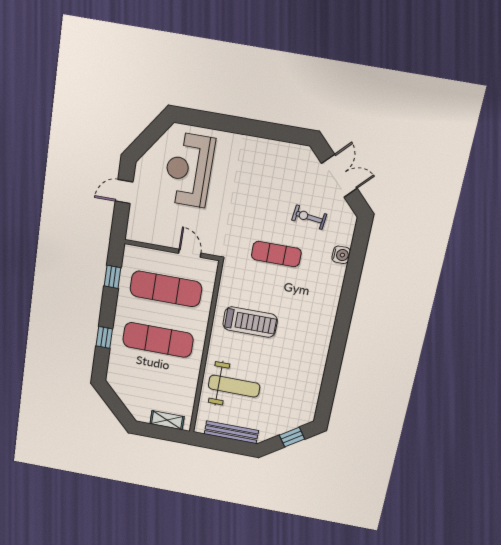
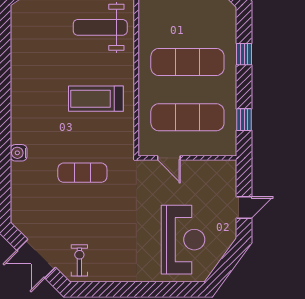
exercise bike: (309, 217) -> (79, 260), moved, turned -97
water cooler: (341, 255) -> (19, 153), moved

